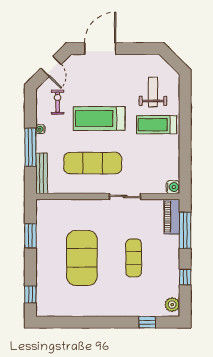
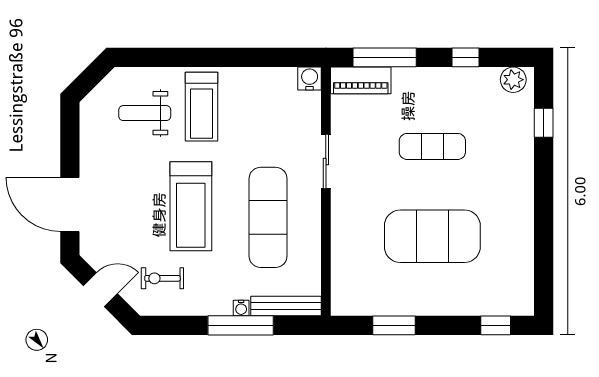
water cooler: (40, 129) -> (241, 308), moved

